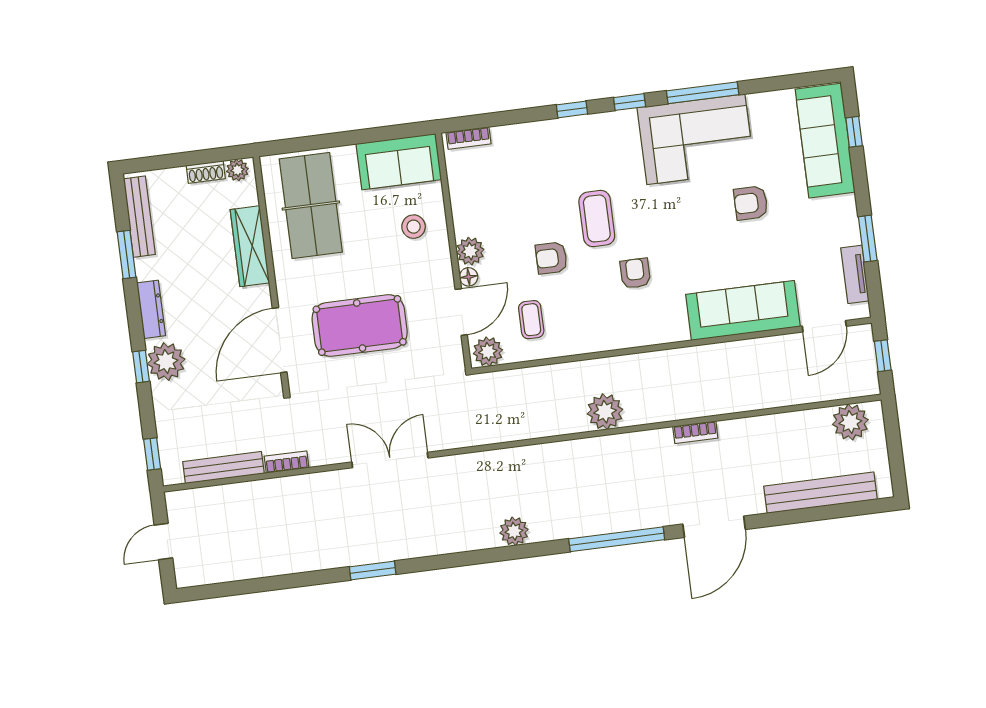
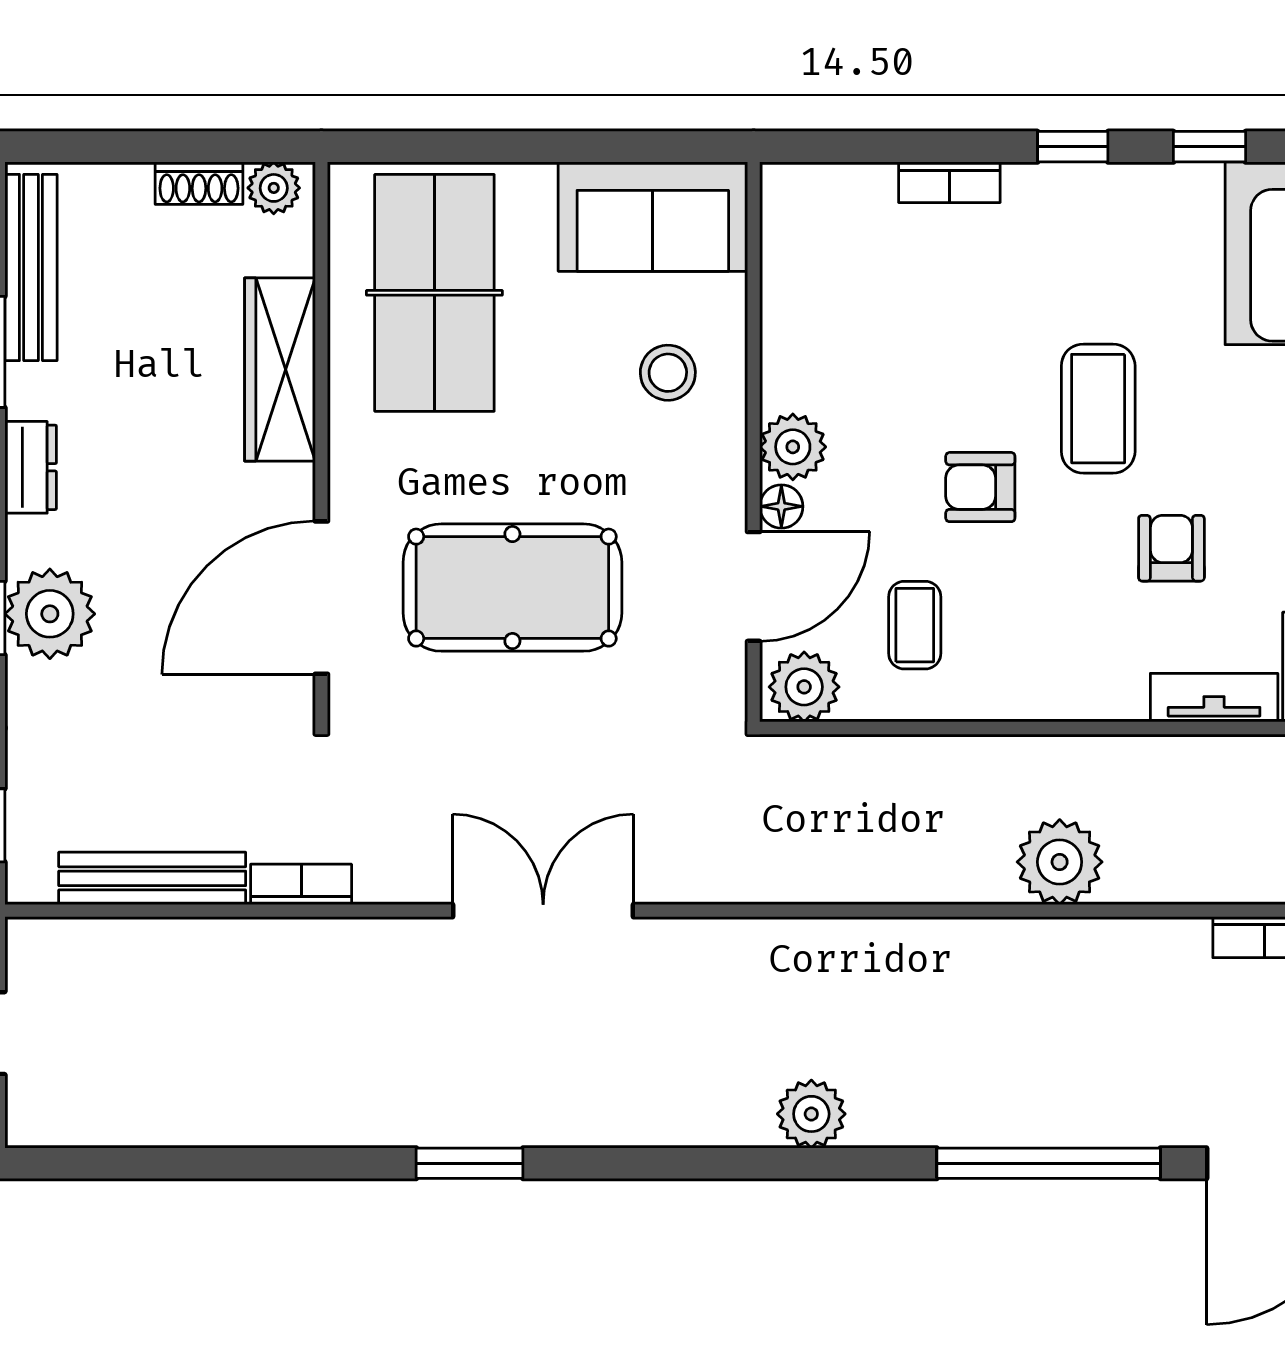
bookcase: (468, 138) -> (949, 182), moved
dresser: (151, 309) -> (31, 467), width x0.70
tv unit: (661, 334) -> (1214, 698), added

